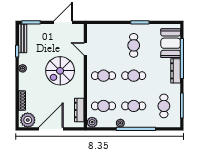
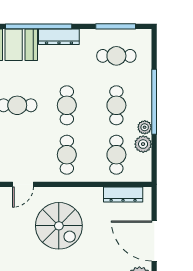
plant: (92, 122) -> (143, 144), moved

